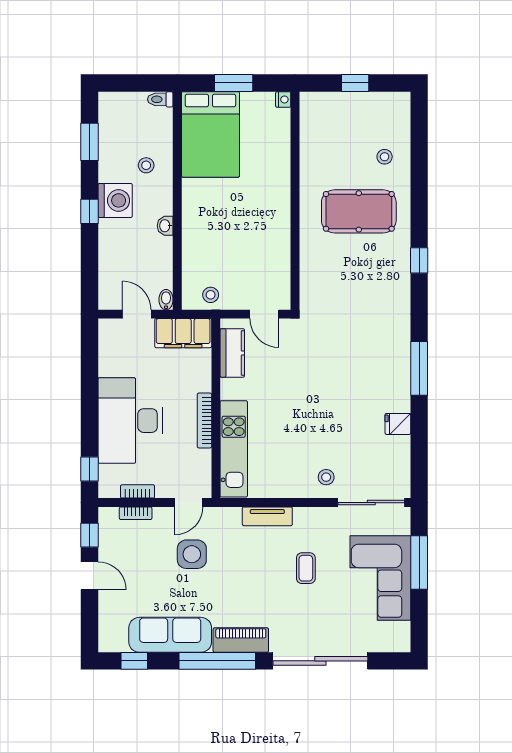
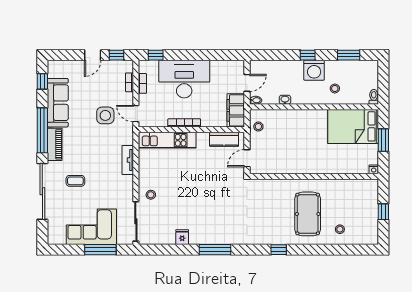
washbasin: (165, 226) -> (285, 100), moved
coffee table: (306, 568) -> (75, 181), moved

